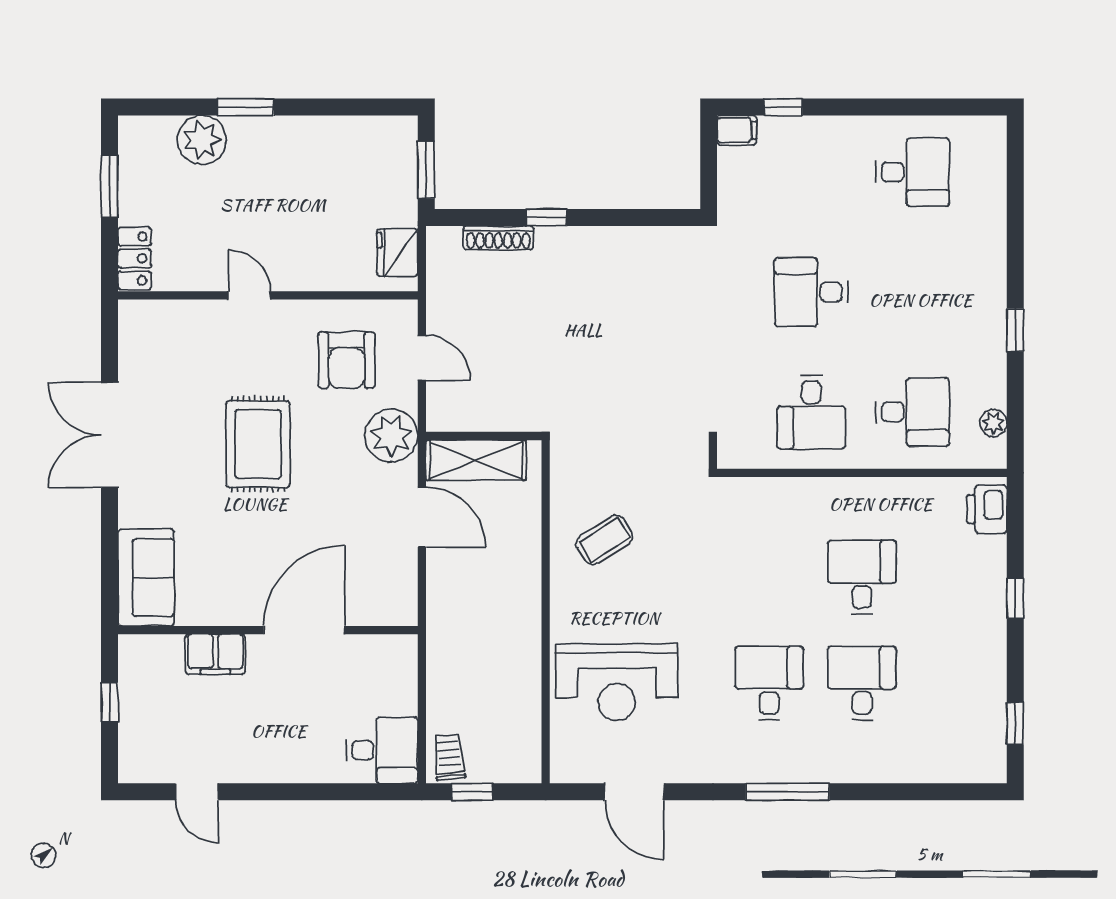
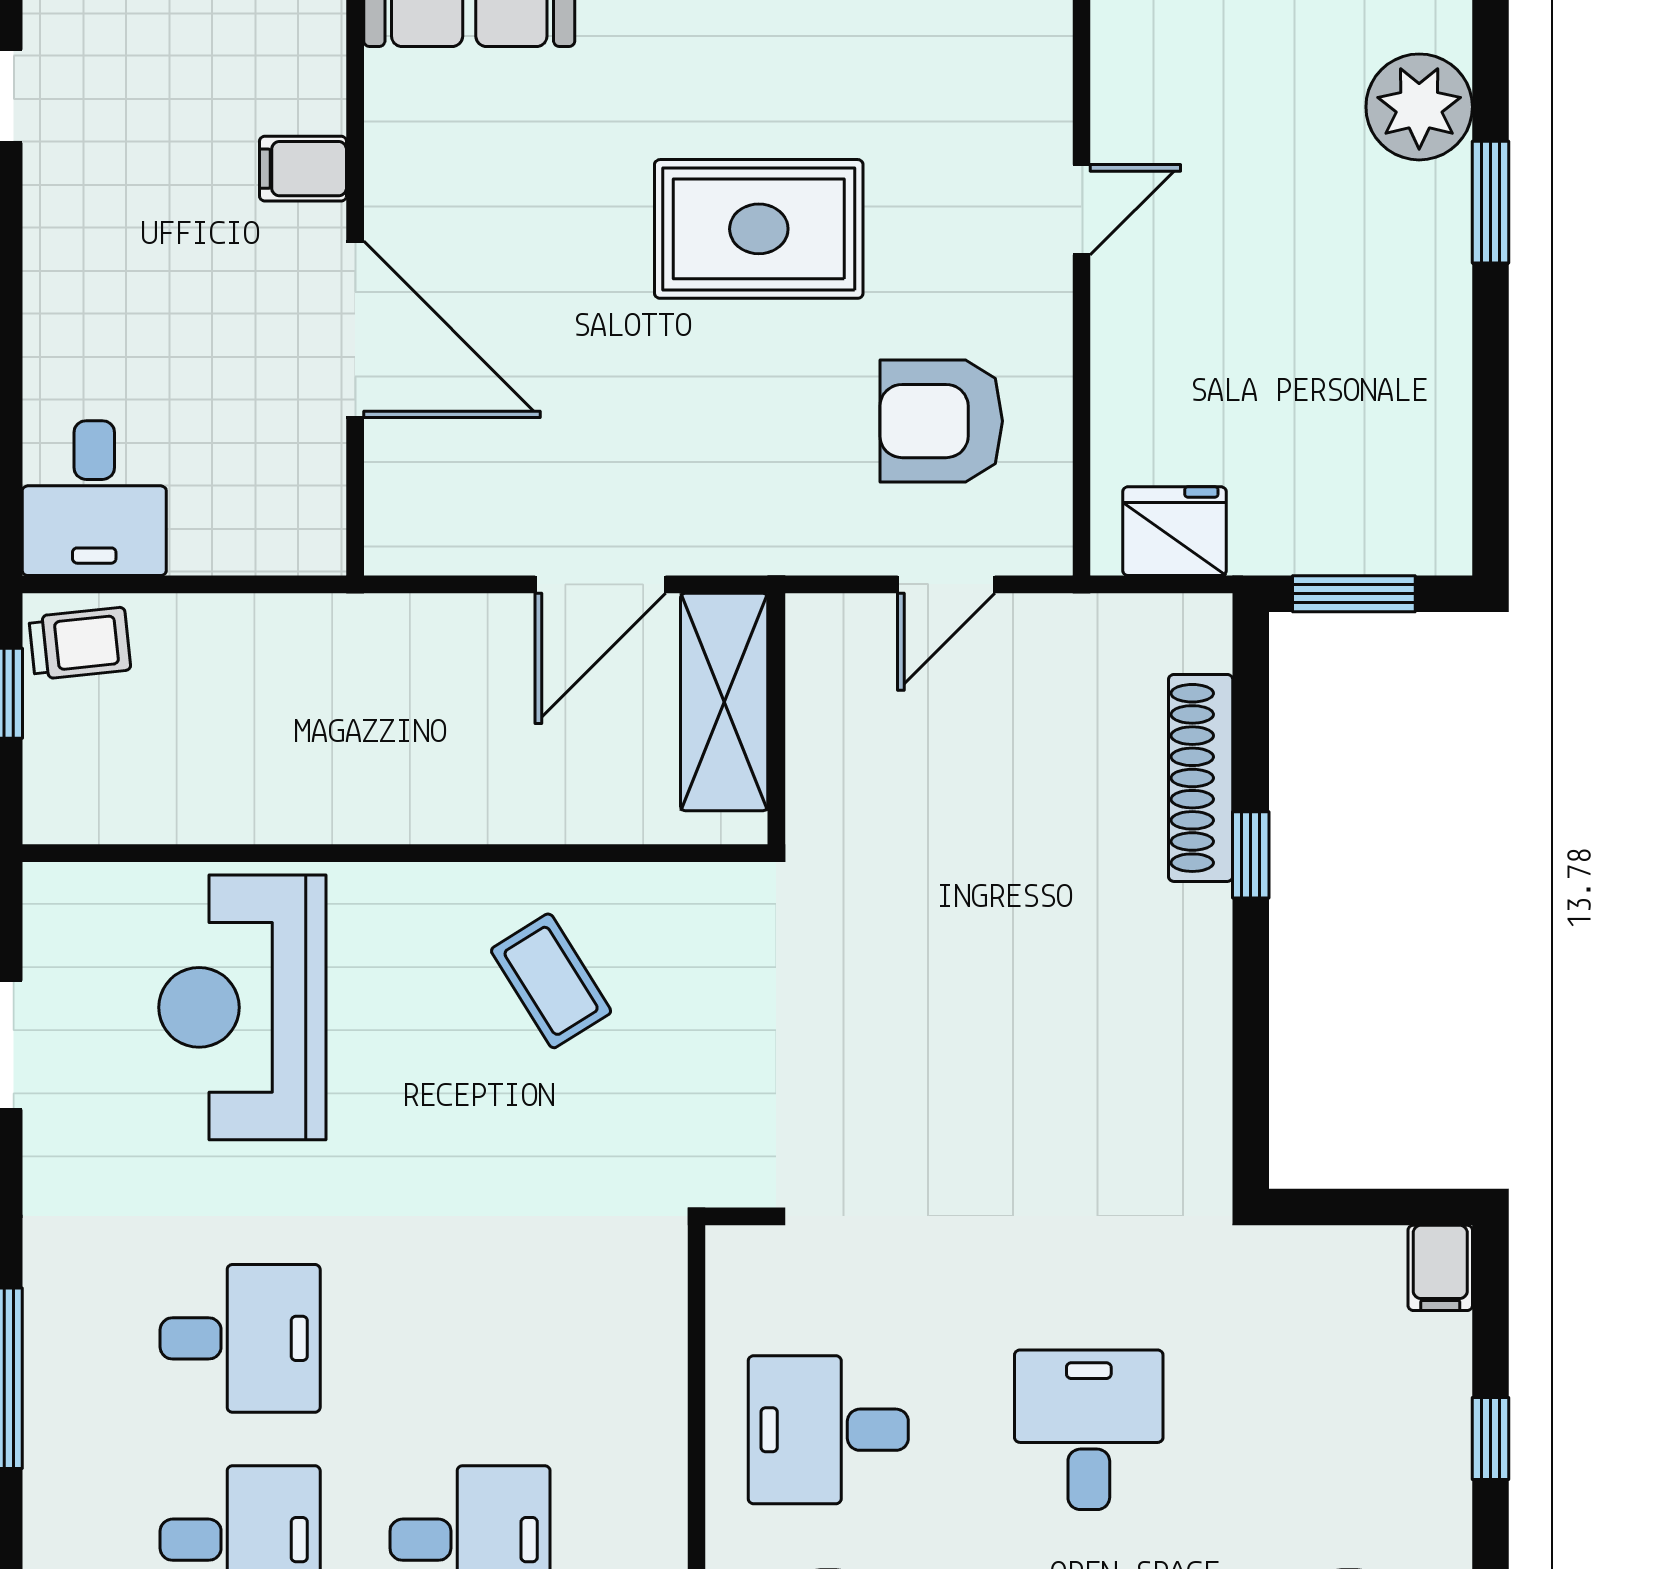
window: (783, 107) -> (1490, 1439), moved
shoe rack: (498, 238) -> (1201, 778), width x1.36, depth x1.24
plant: (391, 436) -> (777, 518), removed
filing cabinet: (215, 654) -> (303, 169), width x0.50

